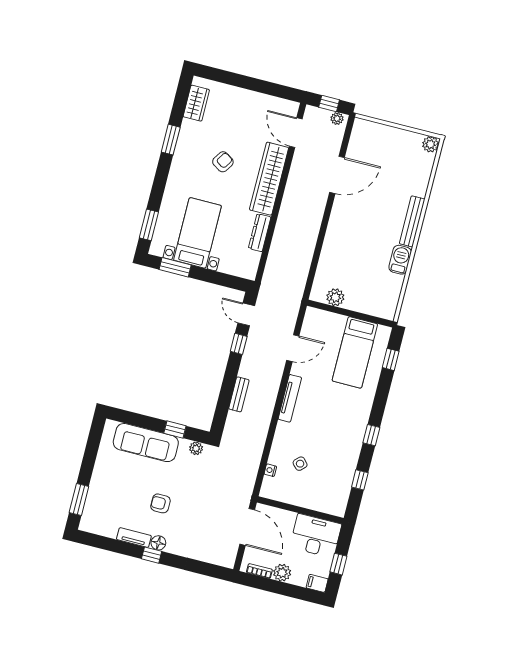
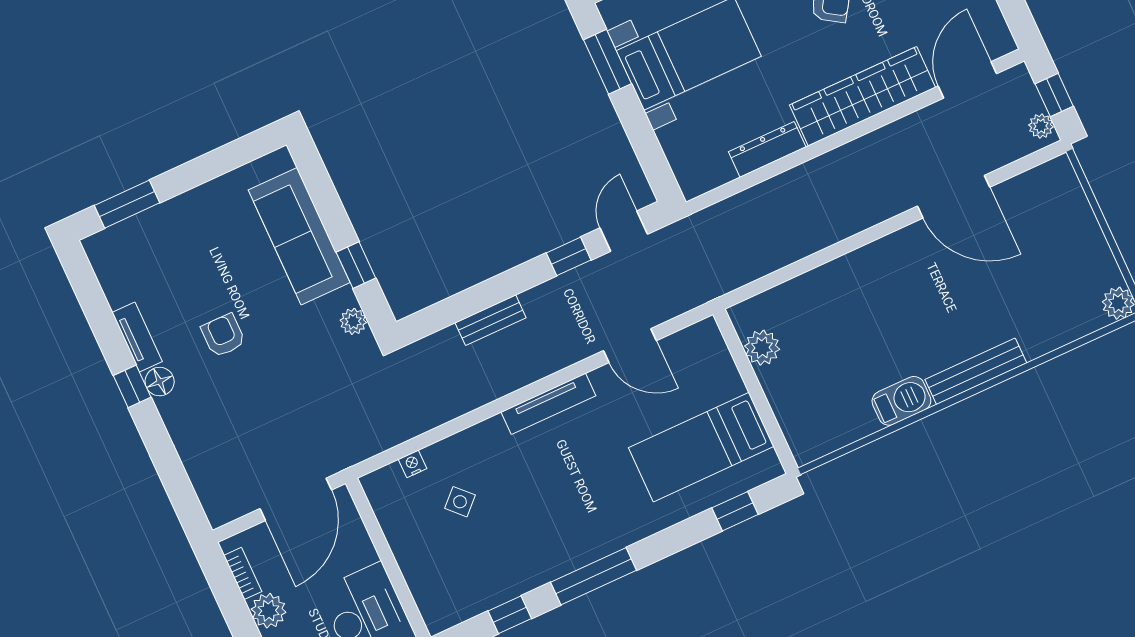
window: (371, 435) -> (594, 576), width x2.17

